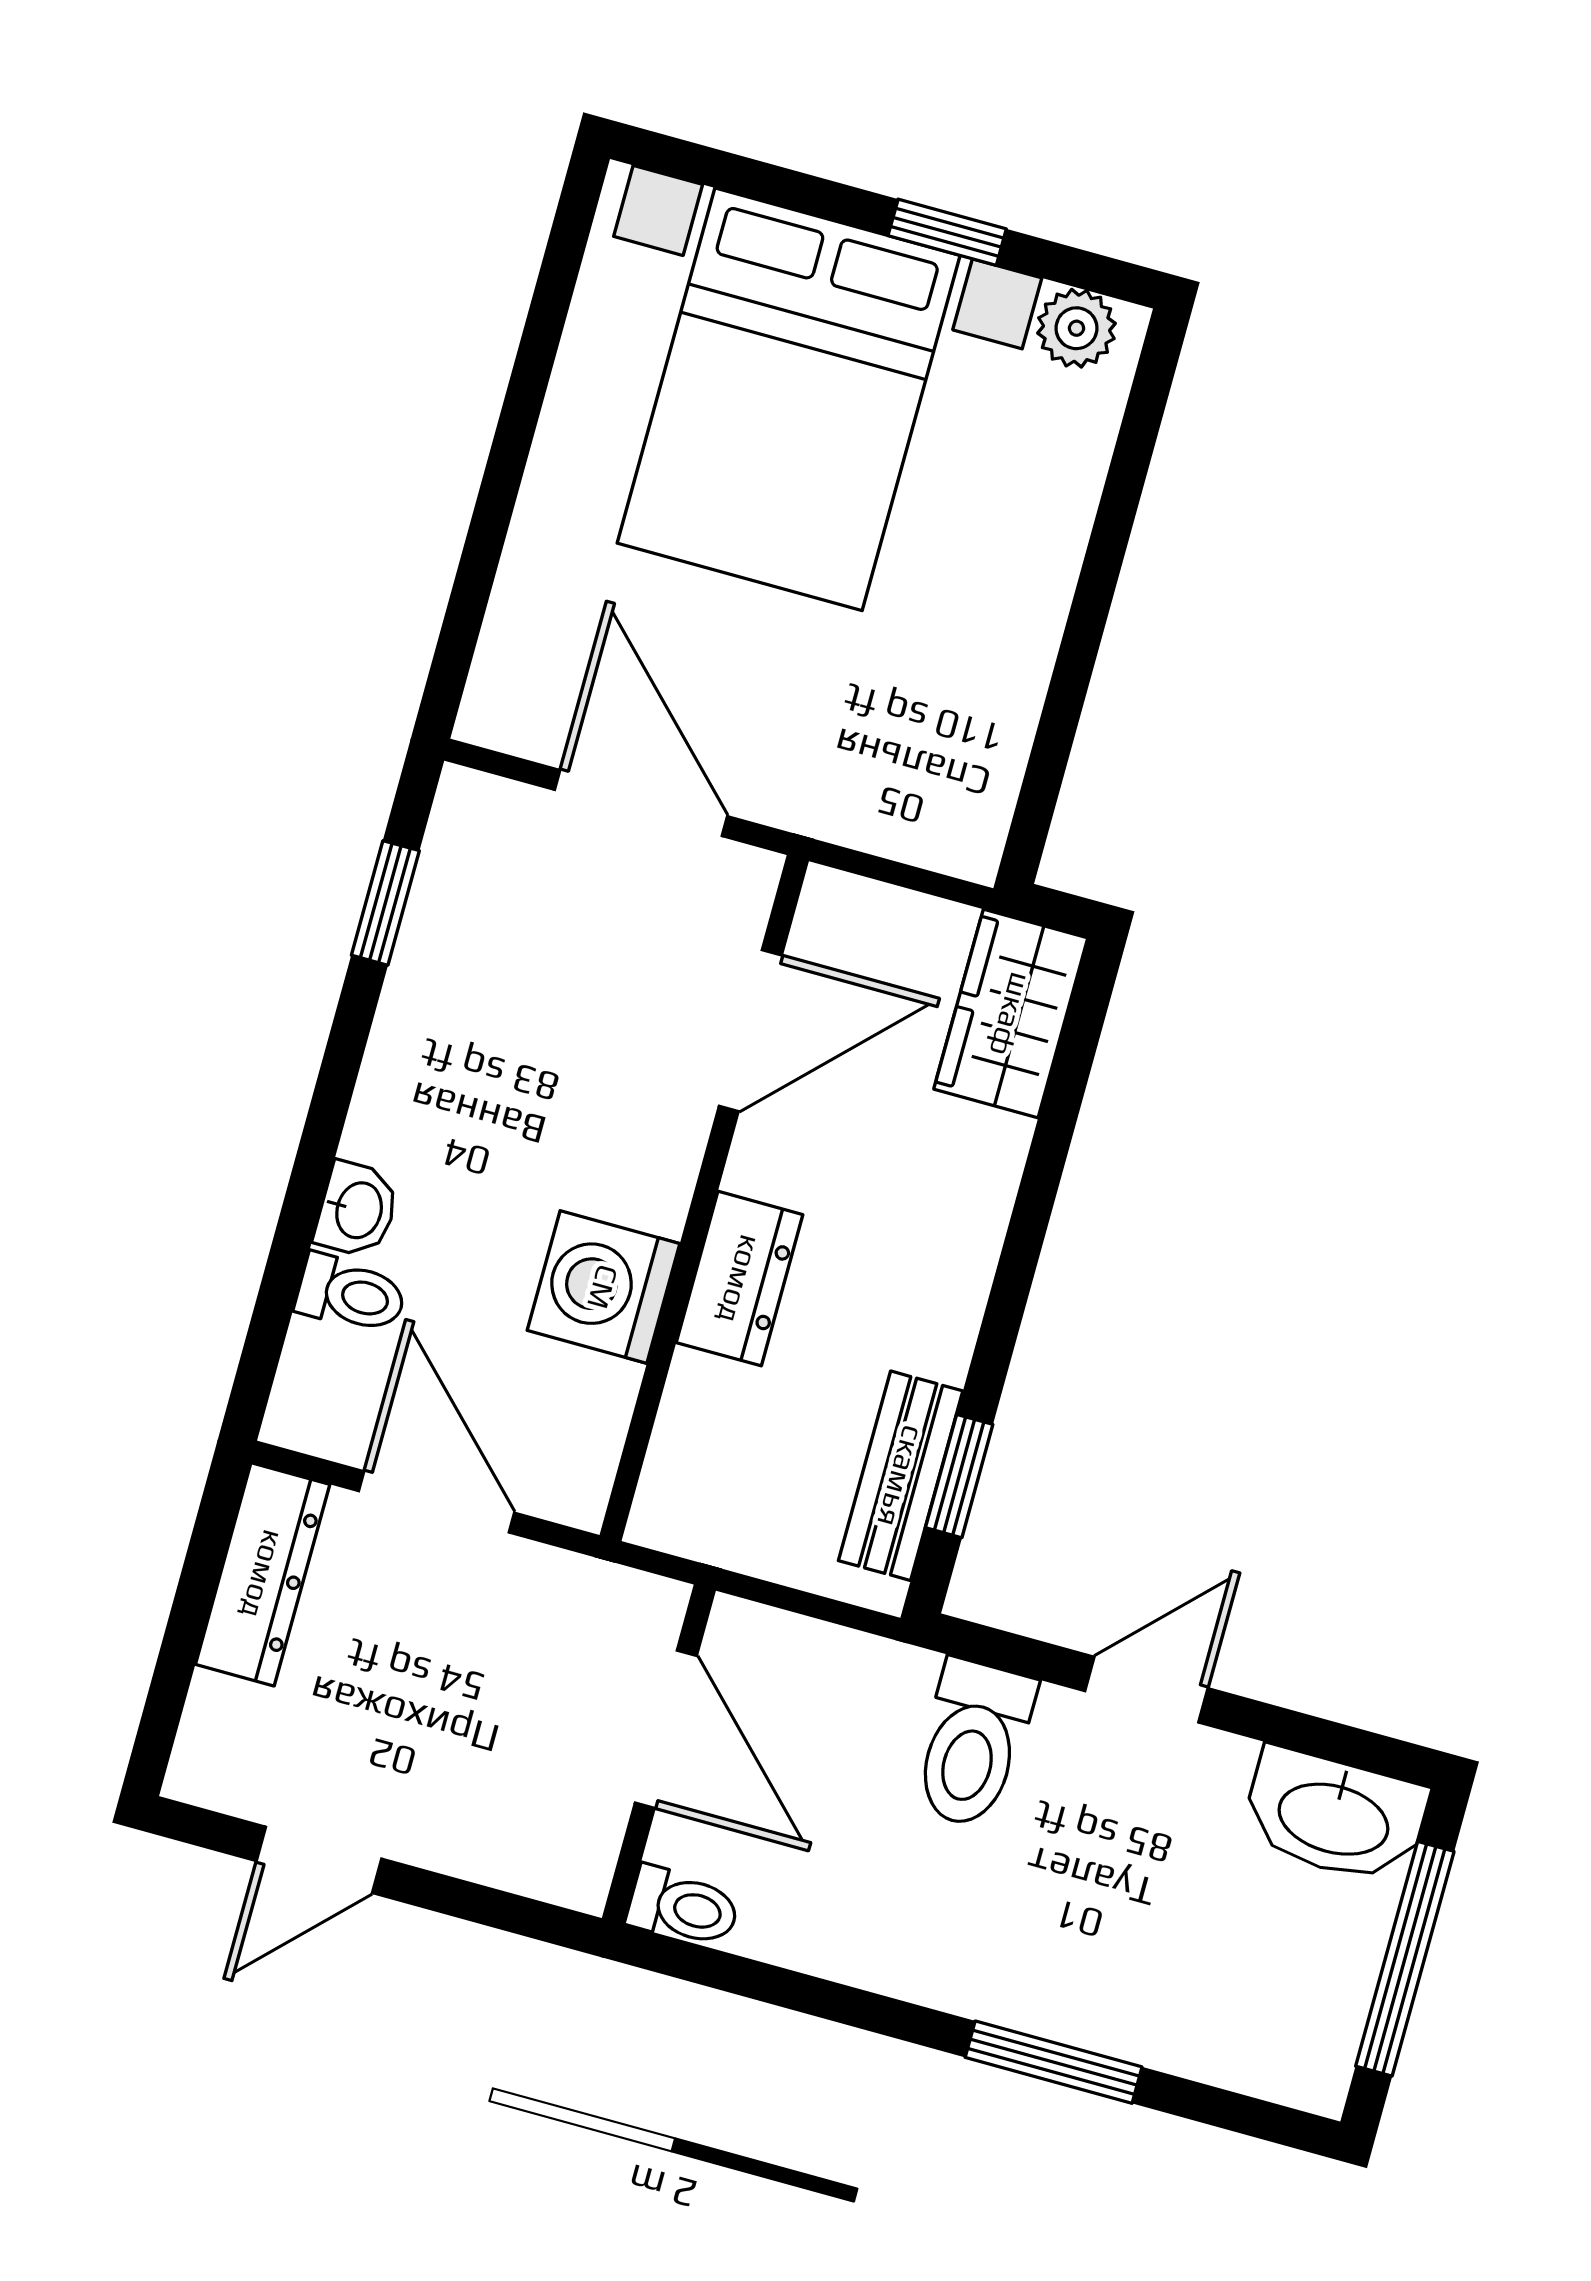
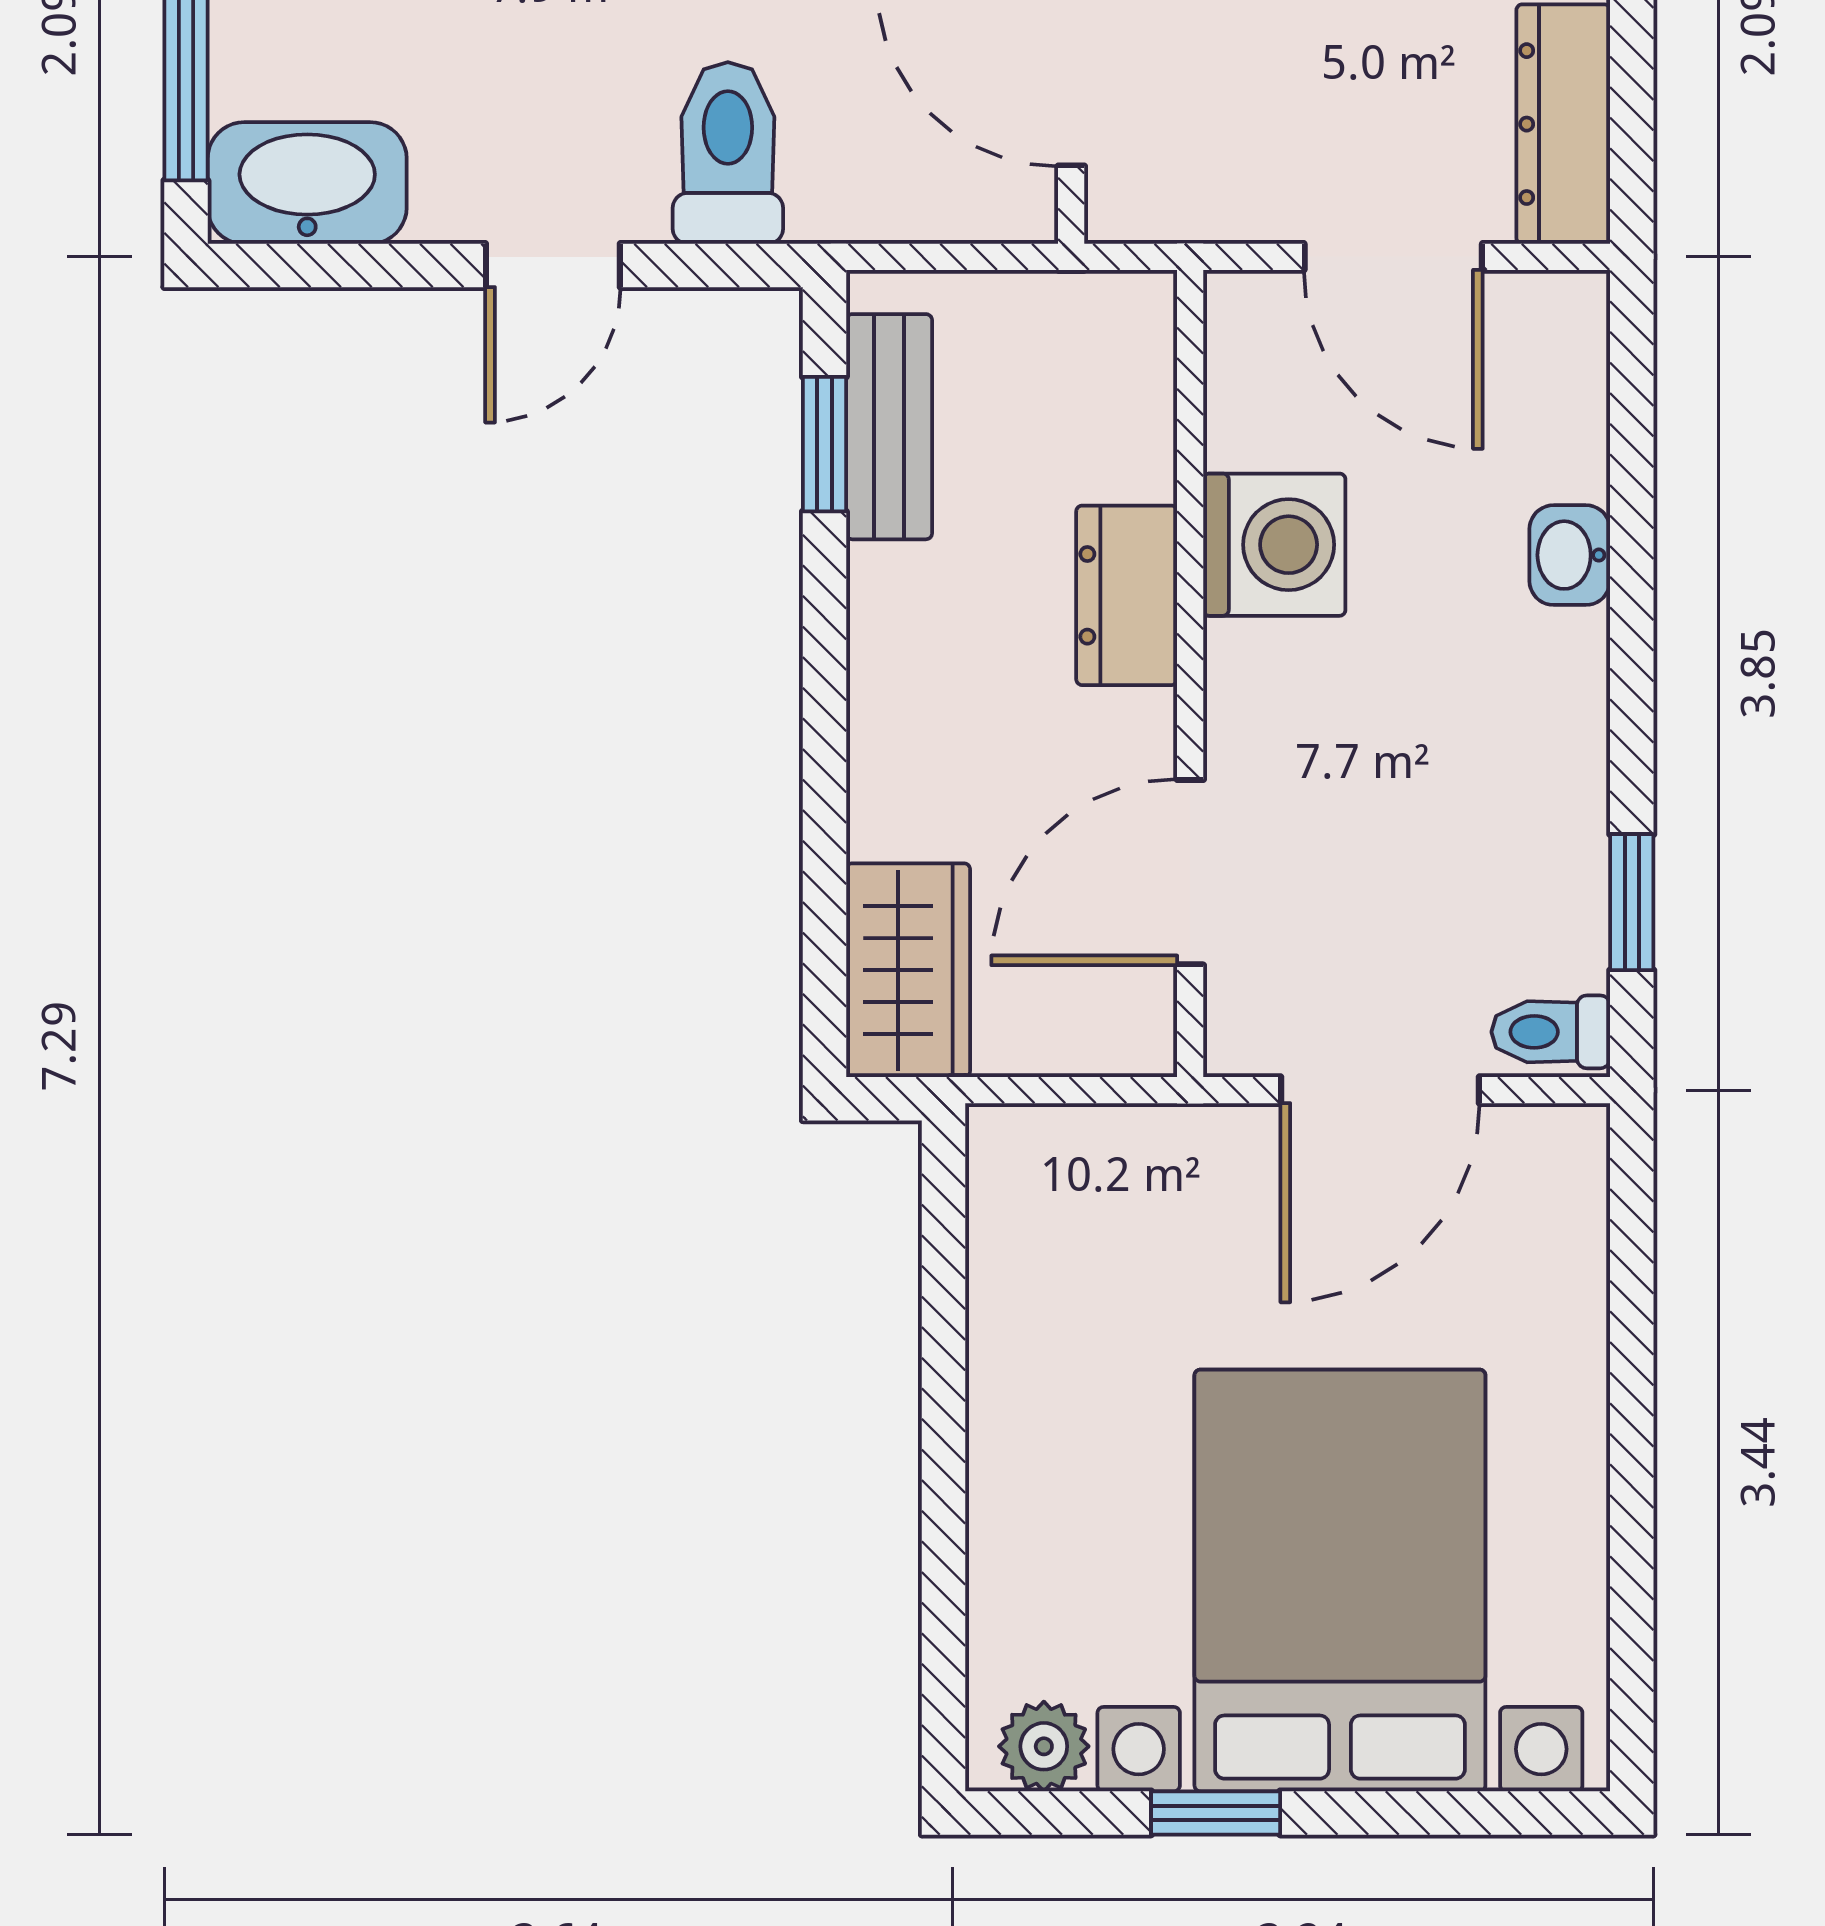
door: (641, 803) -> (1380, 1090), hinge flipped
toilet: (351, 1294) -> (1551, 1032), moved

